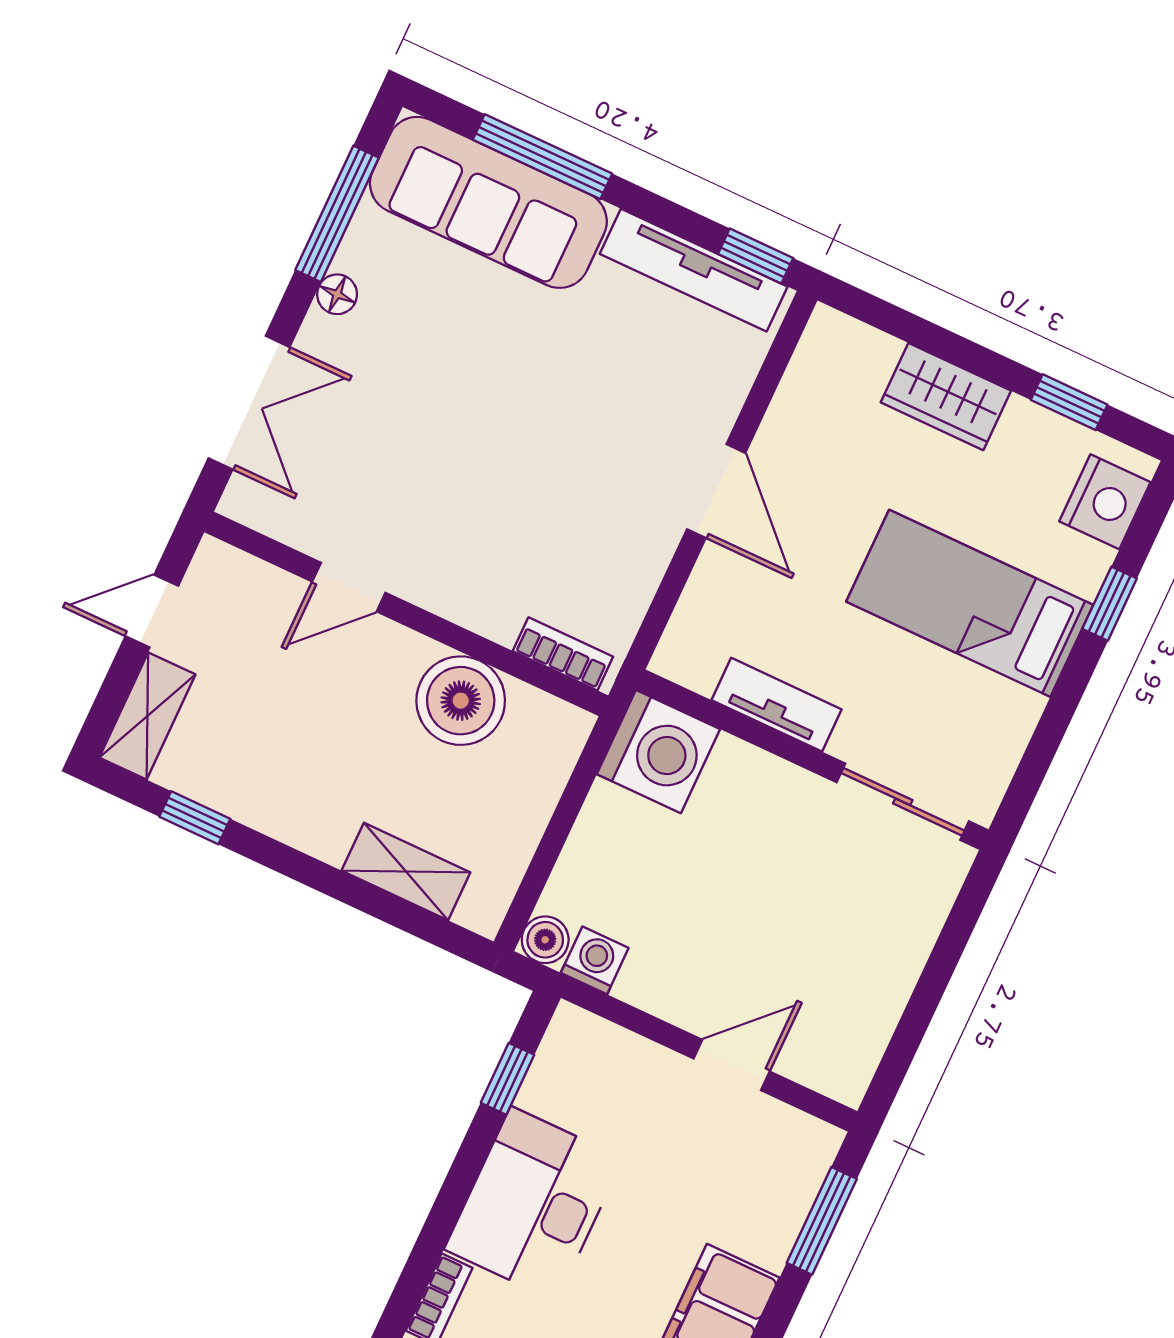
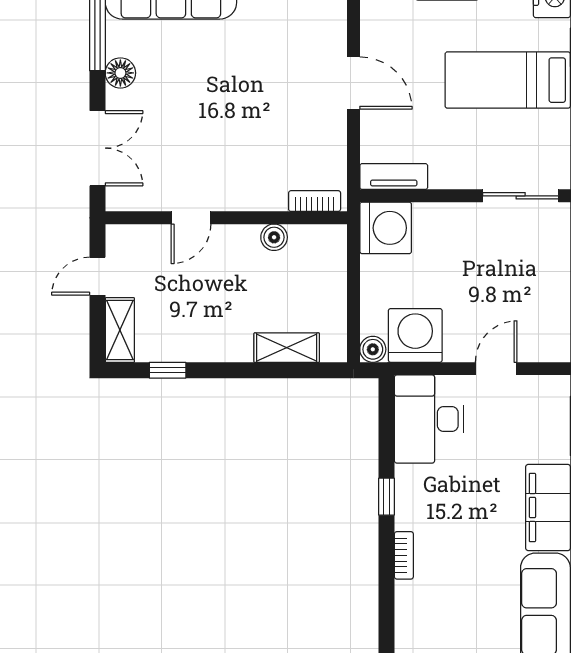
floor lamp: (337, 294) -> (120, 73), width x1.37, depth x1.37
boiler: (461, 701) -> (274, 237), width x0.54, depth x0.54
tv unit: (777, 705) -> (394, 177), moved
washing machine: (595, 960) -> (415, 335), width x1.89, depth x1.89
window: (508, 1079) -> (387, 497), moved
desk: (534, 1204) -> (429, 419), moved

